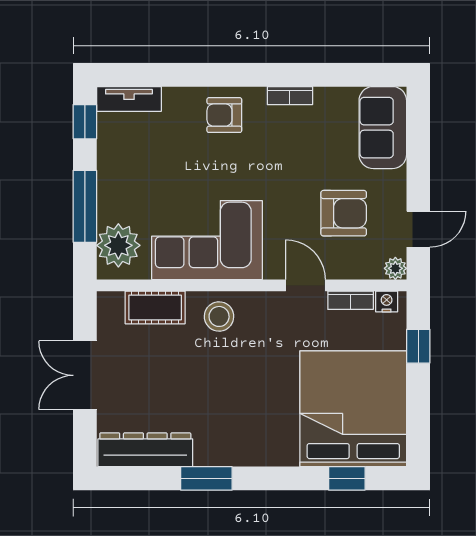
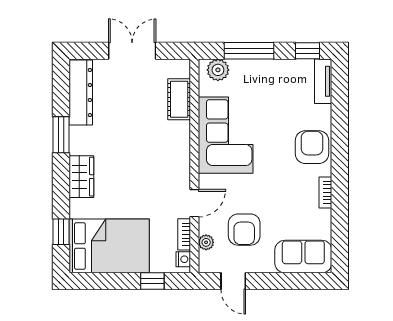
armchair: (224, 115) -> (312, 147), width x1.38, depth x1.38
plant: (118, 245) -> (218, 70), width x0.73, depth x0.73
plant: (395, 268) -> (206, 242), moved
stool: (219, 316) -> (173, 143), removed
bed: (353, 409) -> (109, 246), width x0.73
wardrobe: (267, 449) -> (81, 177), added

